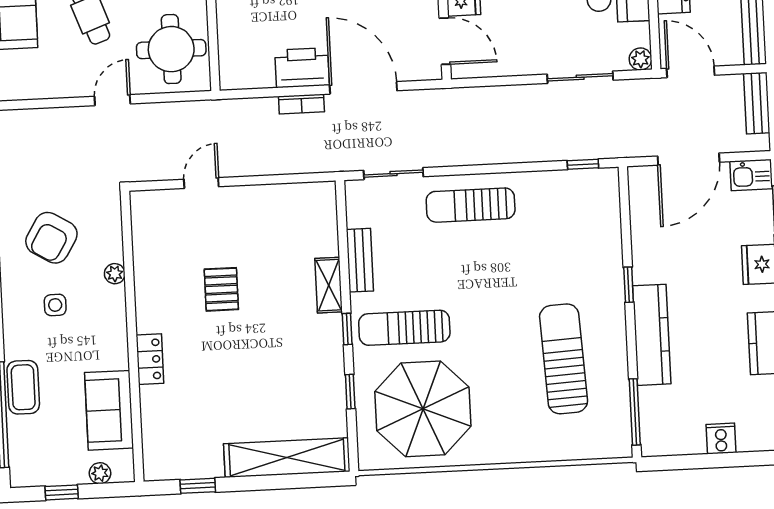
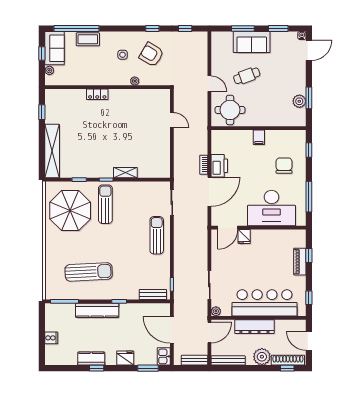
bench: (360, 260) -> (153, 294), moved
pallet: (221, 289) -> (126, 126), removed
sofa: (109, 410) -> (54, 48), moved, turned 90

